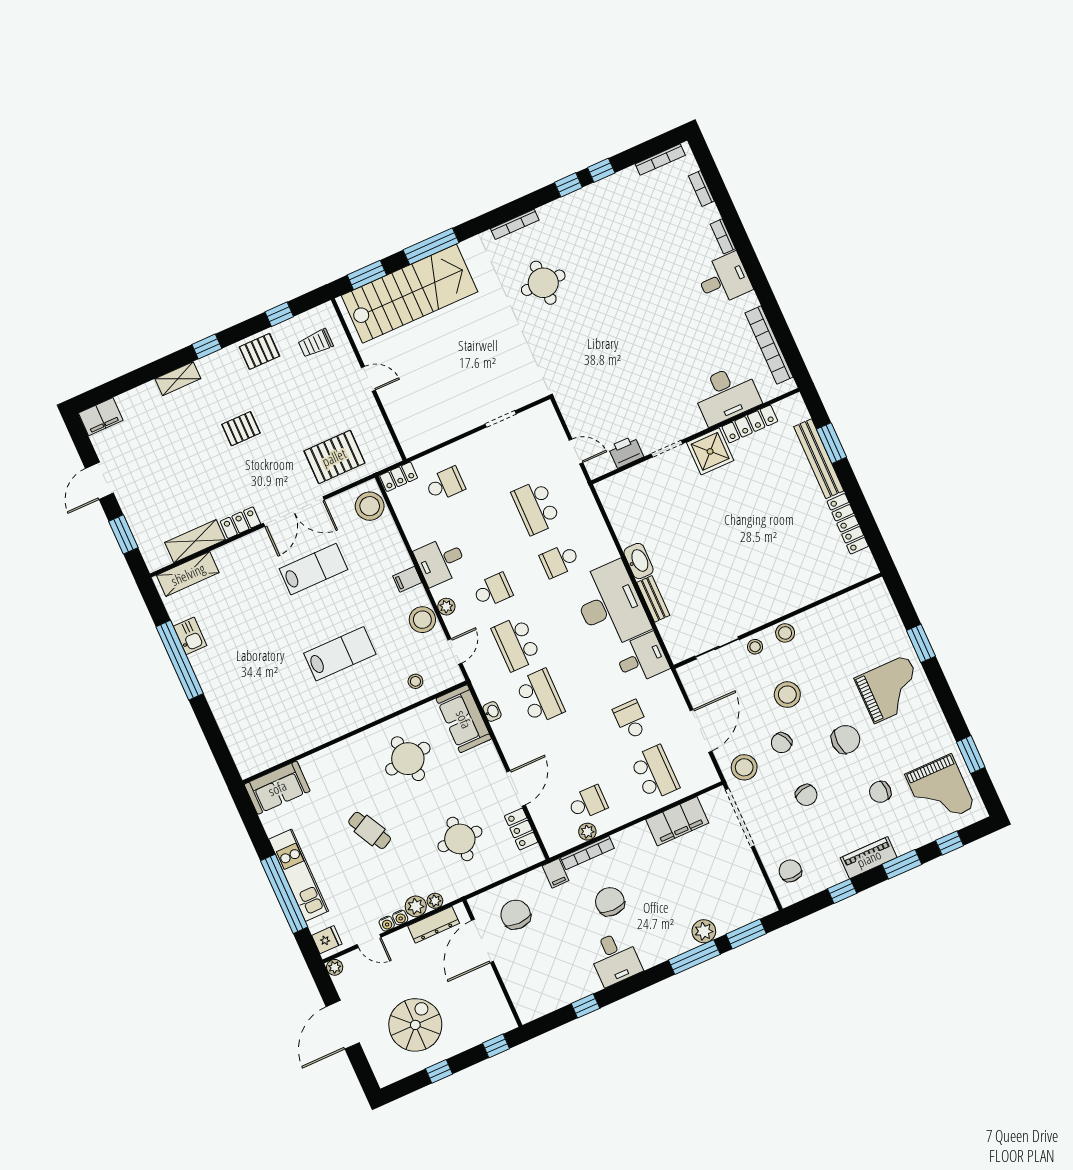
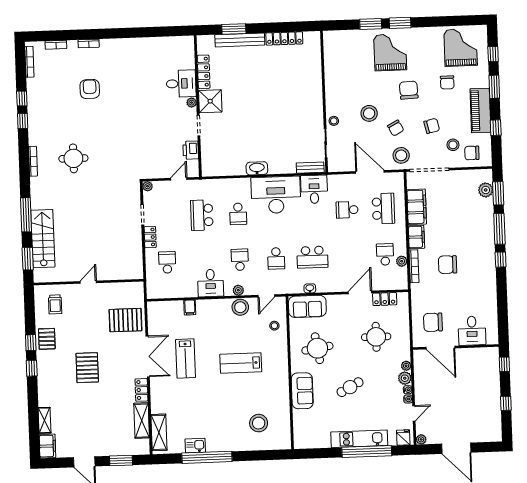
armchair: (656, 265) -> (90, 89), added
desk: (724, 279) -> (114, 53), removed
stairs: (410, 294) -> (43, 239), width x0.73, depth x0.66
window: (279, 314) -> (31, 343), moved
bookcase: (769, 345) -> (162, 42), removed
shelving: (178, 379) -> (45, 420), moved
desk: (726, 394) -> (181, 84), width x0.73
plant: (546, 409) -> (148, 186), added
plant: (697, 425) -> (192, 103), added
pallet: (241, 429) -> (87, 368), width x1.50, depth x1.42
pallet: (334, 457) -> (125, 320), turned 90
locker: (399, 477) -> (150, 237), moved
stool: (370, 506) -> (259, 423), moved
school desk: (536, 507) -> (202, 215), turned 90
lab bench: (314, 569) -> (186, 358), turned 180
filing cabinet: (407, 579) -> (190, 307), moved
bench: (653, 599) -> (310, 168), moved
stool: (785, 633) -> (453, 145), moved
school desk: (516, 644) -> (276, 258), width x0.54
door: (455, 651) -> (266, 296), swing flipped
lab bench: (340, 654) -> (241, 363), turned -90
school desk: (540, 697) -> (312, 257), turned 180
window: (971, 755) -> (400, 23), moved
school desk: (655, 773) -> (383, 209), turned 90
sofa: (277, 788) -> (302, 391), moved
door: (516, 788) -> (360, 292), hinge flipped
grand piano: (940, 791) -> (461, 47), turned -90
piano: (869, 858) -> (480, 110), width x1.37, depth x1.33
filing cabinet: (555, 873) -> (416, 237), moved, width x2.00
dresser: (434, 925) -> (420, 372), removed
plant: (704, 931) -> (486, 190), moved
desk: (615, 958) -> (472, 331), moved, turned 90
window: (585, 1006) -> (501, 260), moved
spiral stairs: (415, 1025) -> (473, 406), removed

